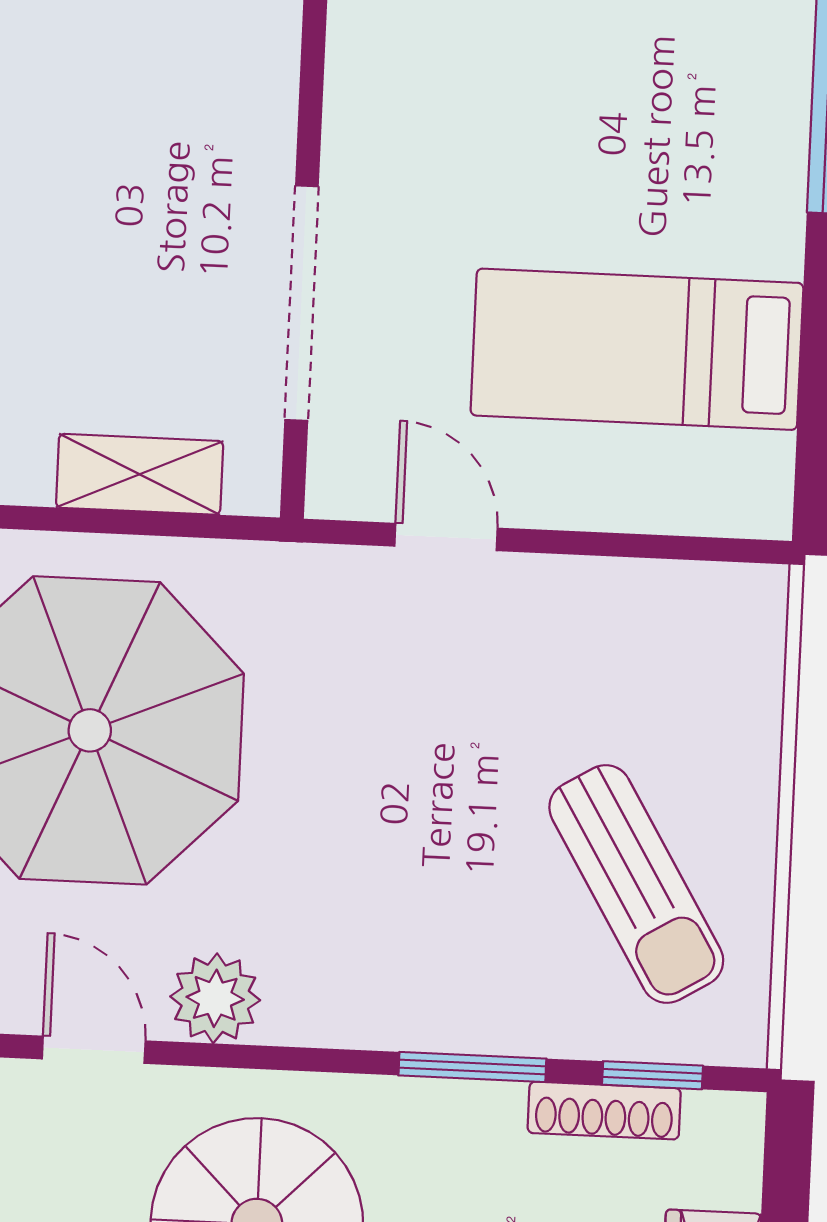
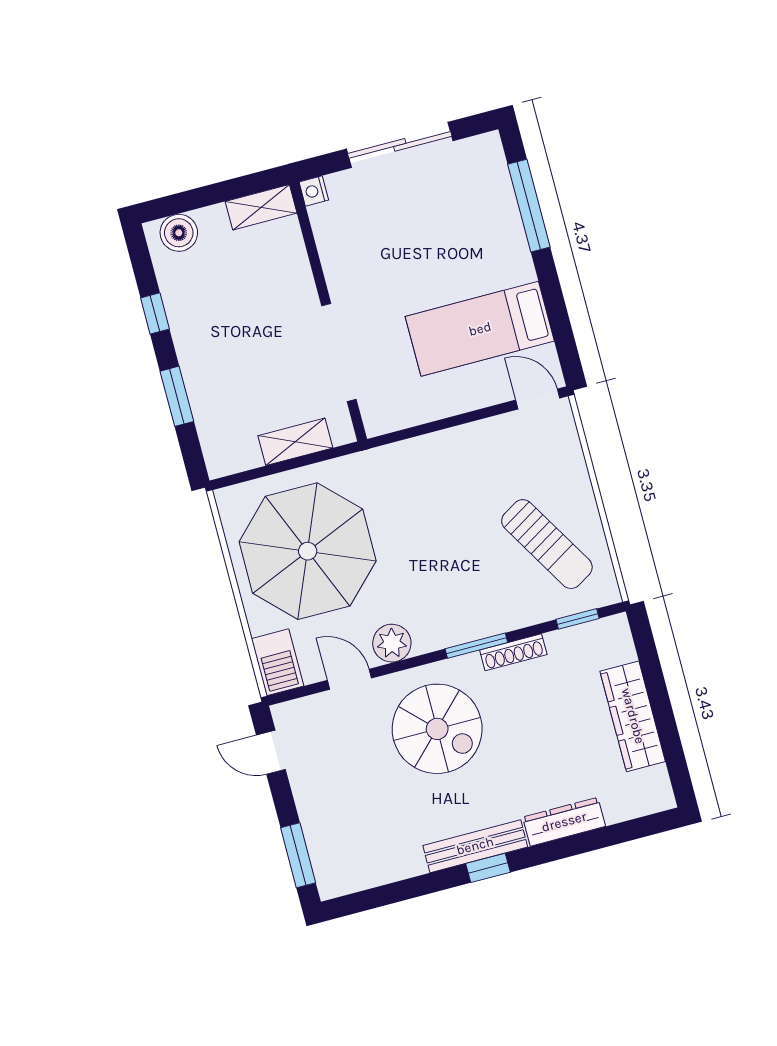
door: (446, 537) -> (538, 399), moved
window: (472, 1067) -> (476, 646), moved
shoe rack: (604, 1111) -> (513, 652), moved

